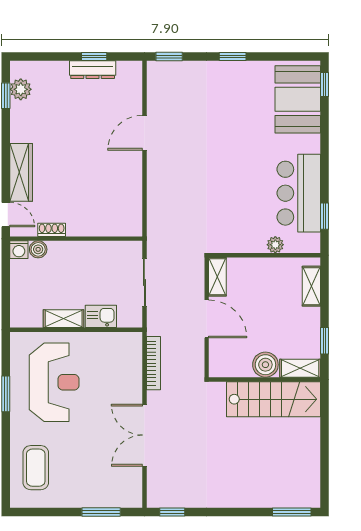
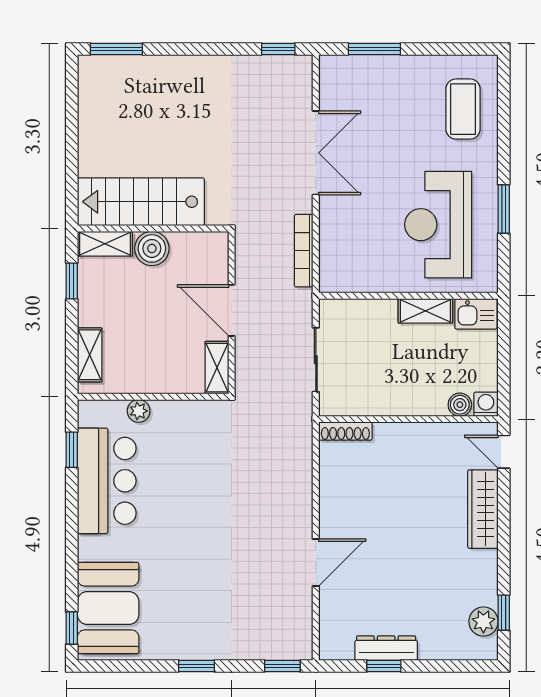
shoe rack: (52, 230) -> (345, 431), moved, width x1.43
kitchen sink: (101, 316) -> (476, 314), moved

